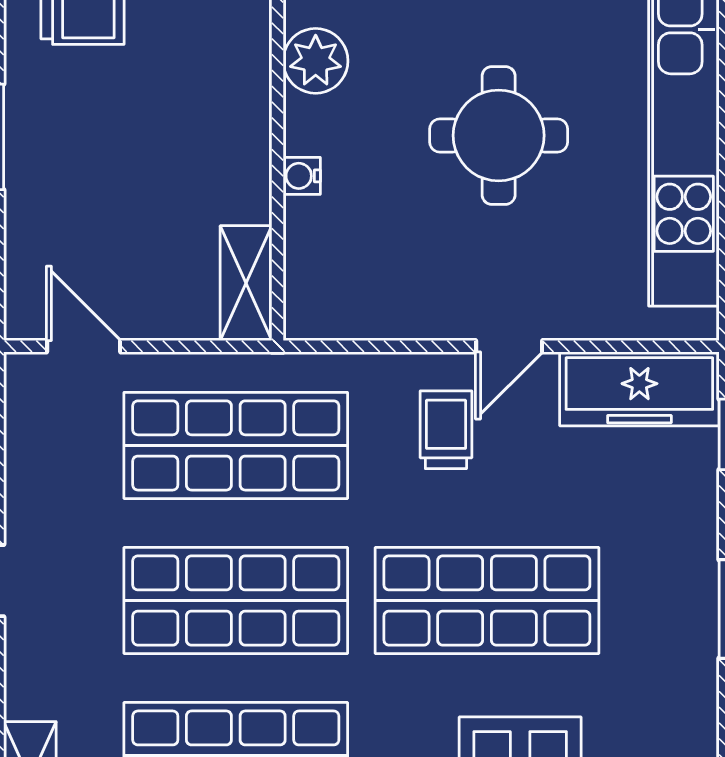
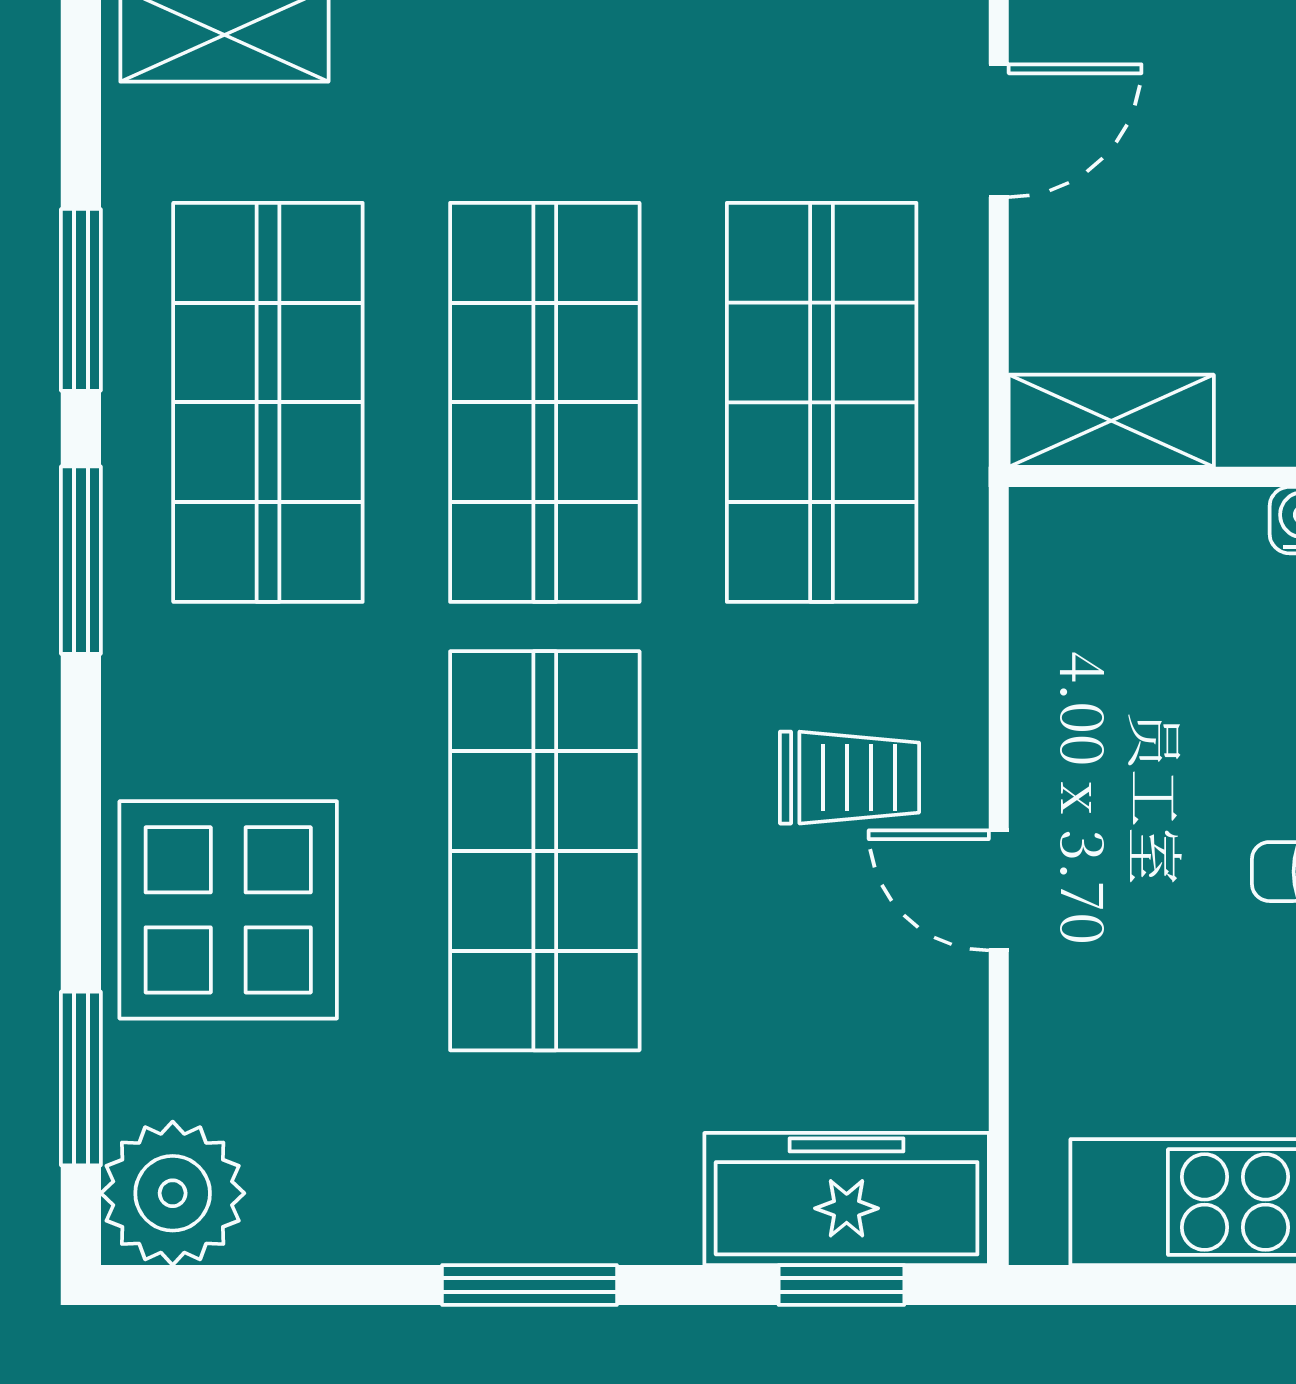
freezer: (639, 389) -> (847, 1199), moved, turned 90

